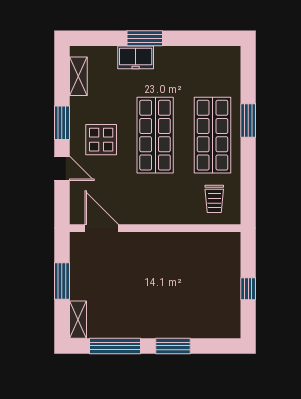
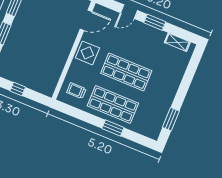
window: (145, 38) -> (171, 119), moved
freezer: (136, 57) -> (175, 79), removed
display table: (101, 140) -> (87, 53), moved

